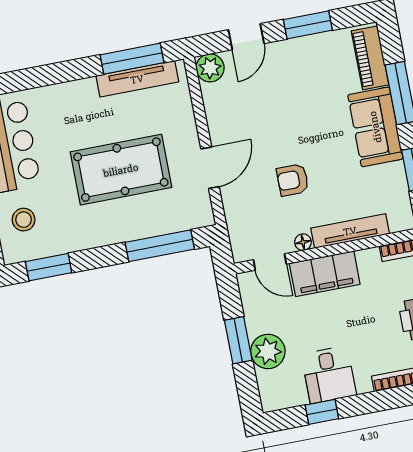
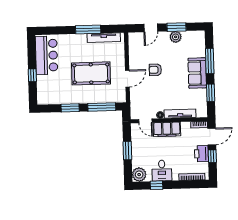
piano: (370, 58) -> (200, 45), removed
window: (132, 59) -> (88, 30), moved
plant: (210, 68) -> (176, 37), moved
armchair: (293, 180) -> (155, 70), moved
stool: (24, 220) -> (48, 87), removed
window: (49, 267) -> (70, 108), moved
plant: (268, 351) -> (139, 175), moved

